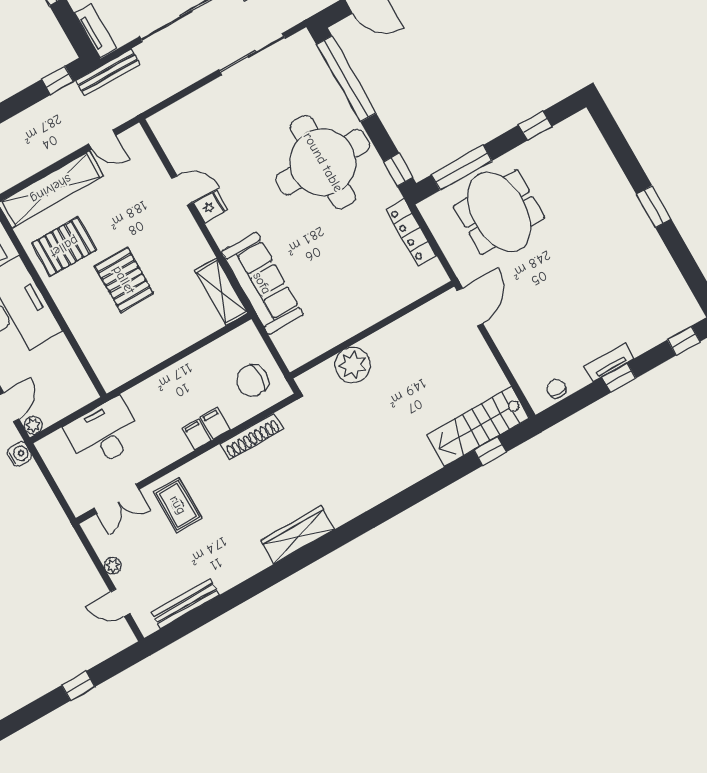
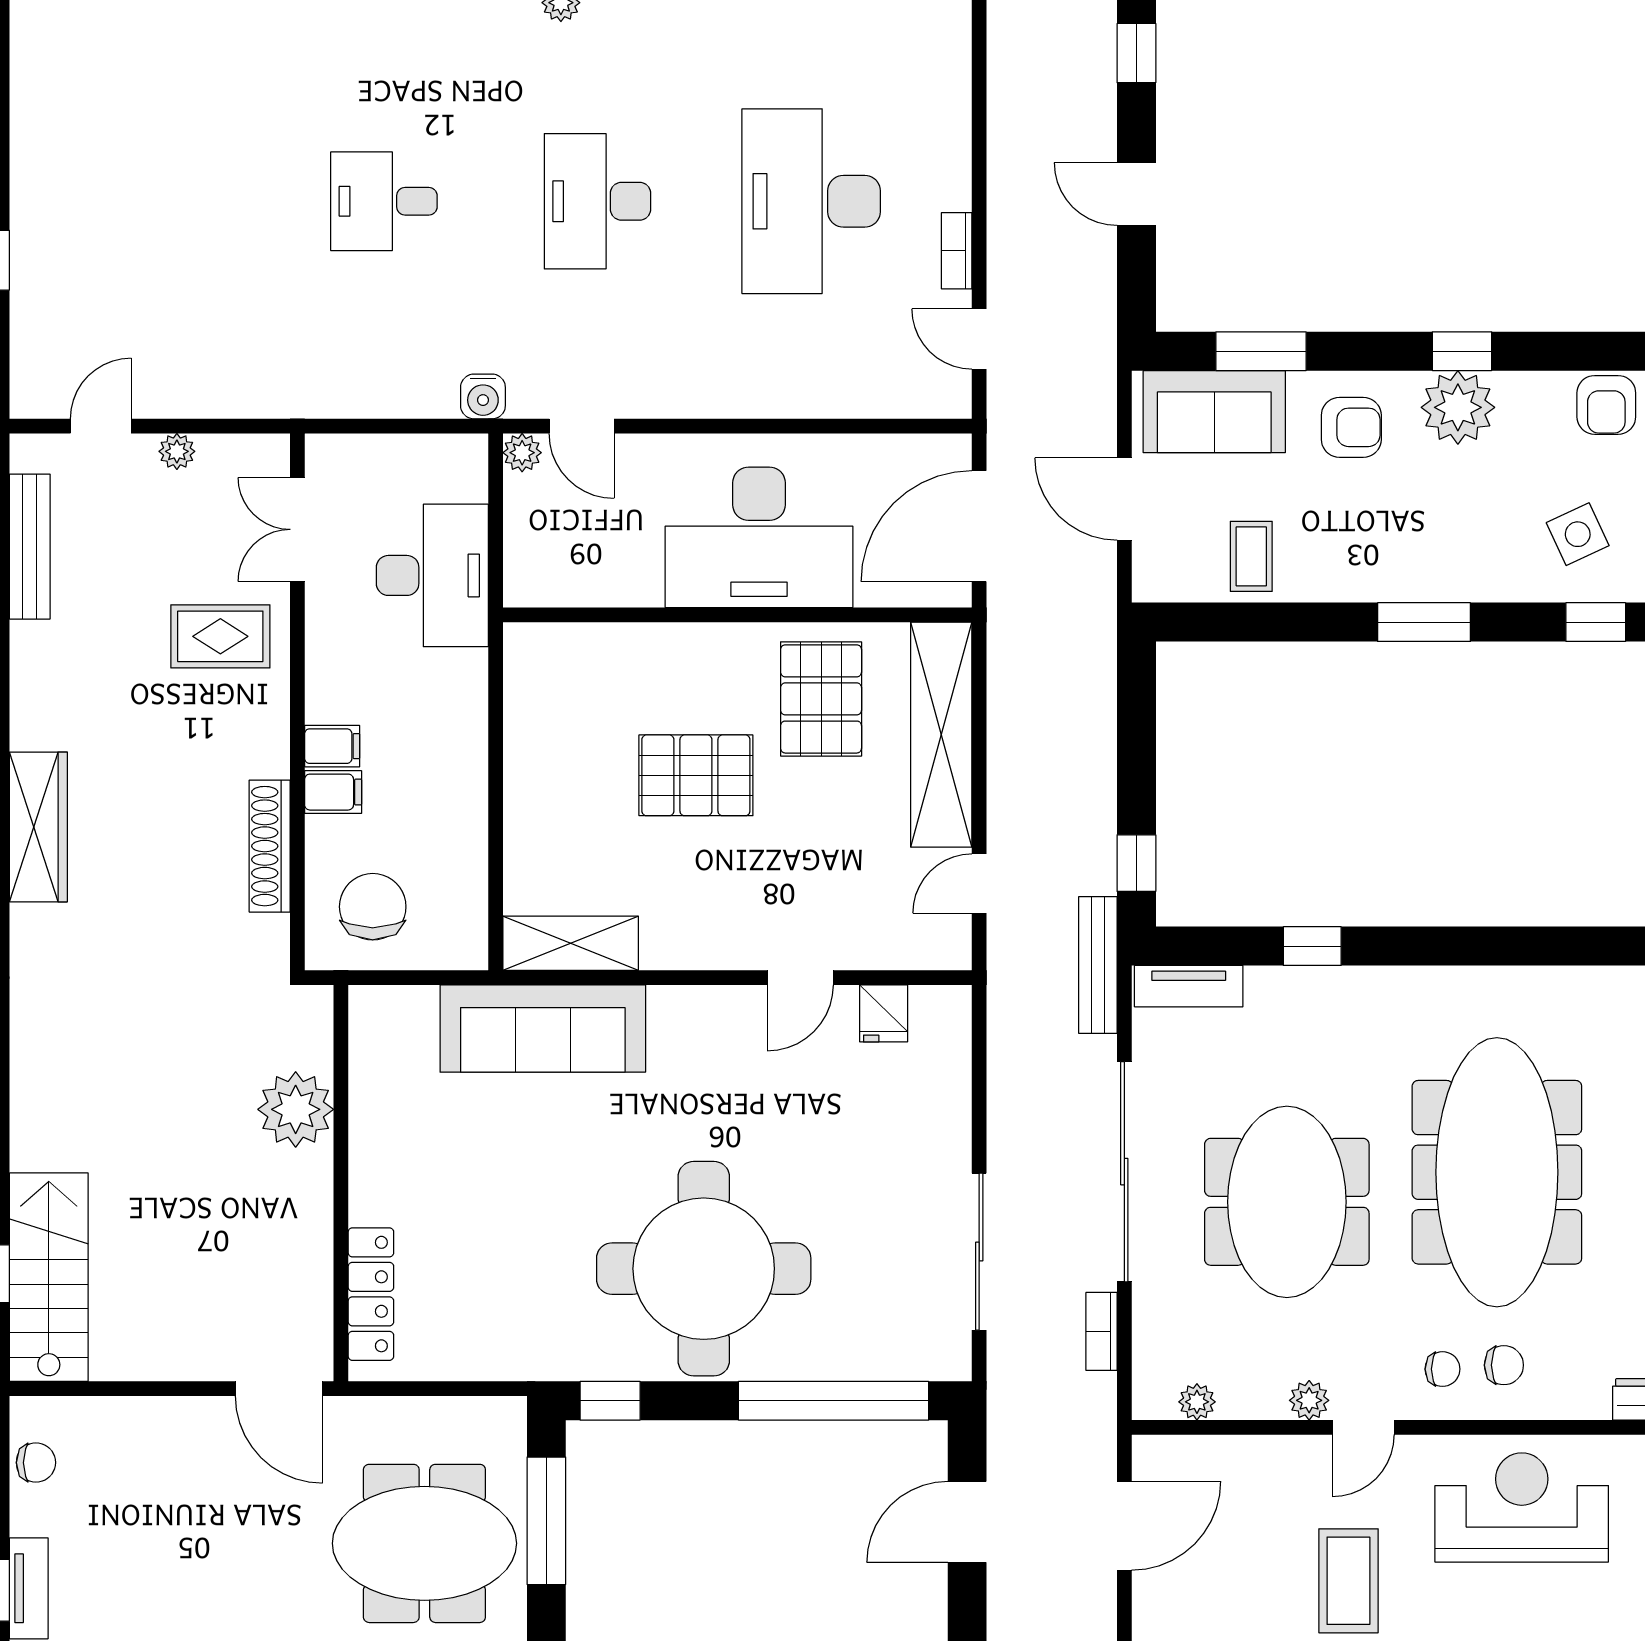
fridge: (211, 207) -> (884, 1013), moved
locker: (411, 233) -> (371, 1294), moved, turned 90

